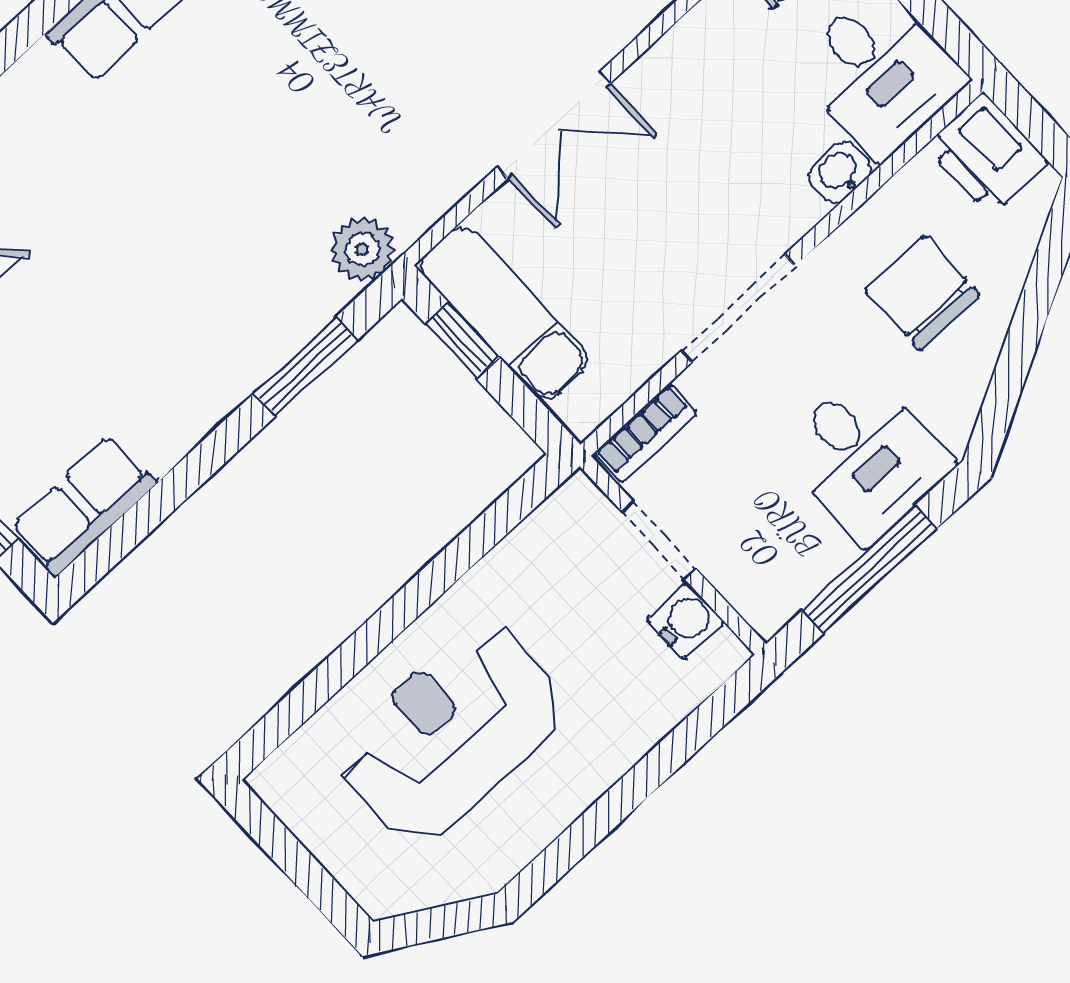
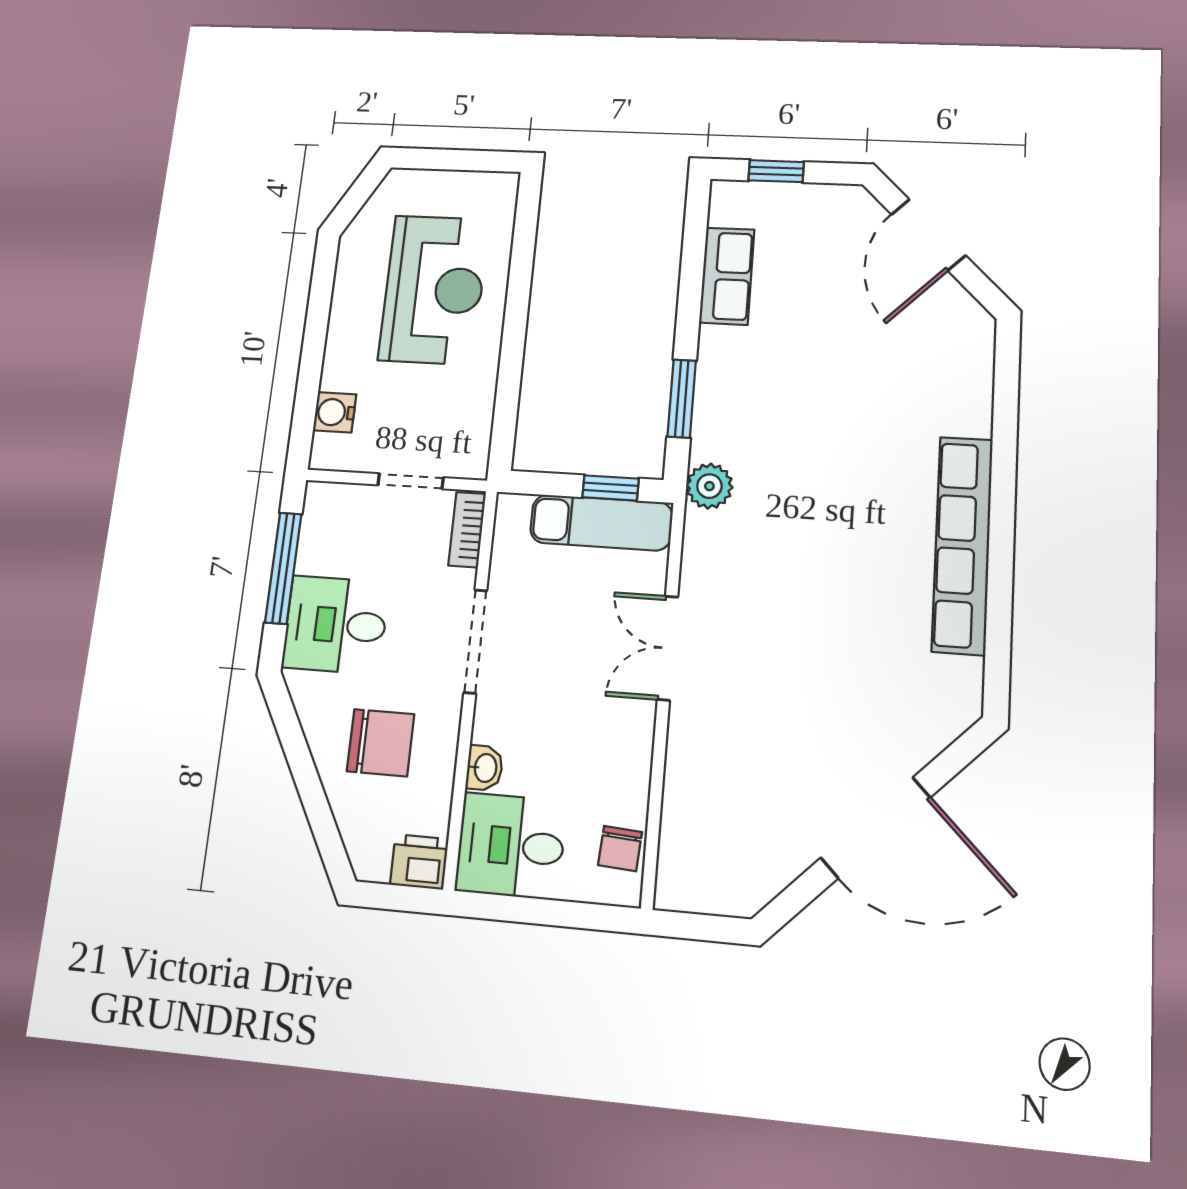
printer: (987, 154) -> (419, 862), width x0.73, depth x0.81
row of seats: (84, 505) -> (727, 276), moved
water cooler: (685, 621) -> (335, 412), moved, turned 90

